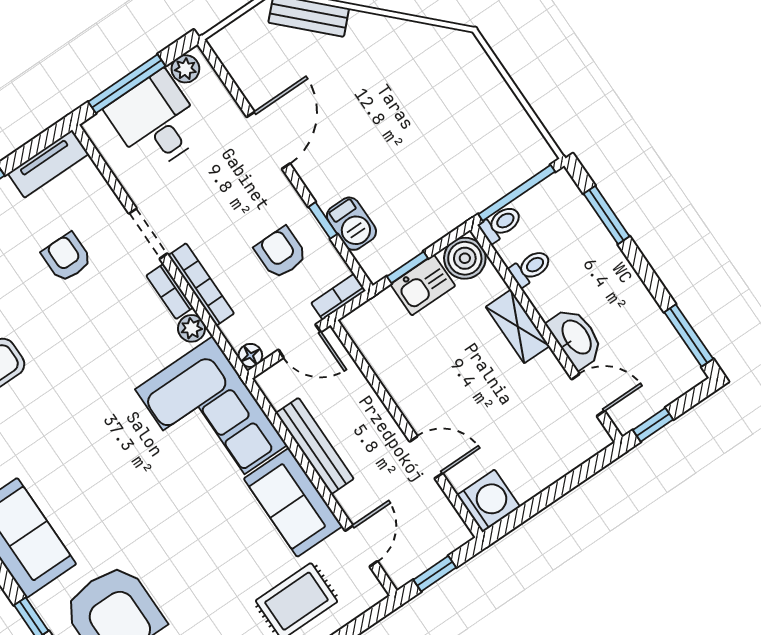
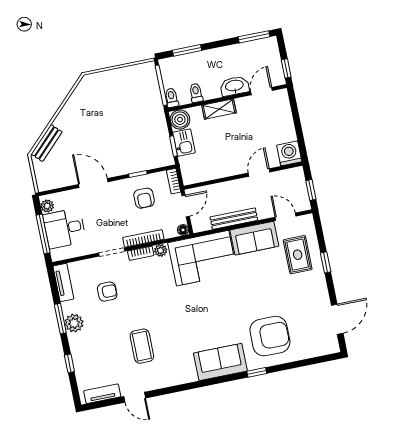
barbecue: (351, 224) -> (144, 162), removed
armchair: (281, 253) -> (144, 198), turned -90
armchair: (67, 257) -> (107, 292), turned 180

